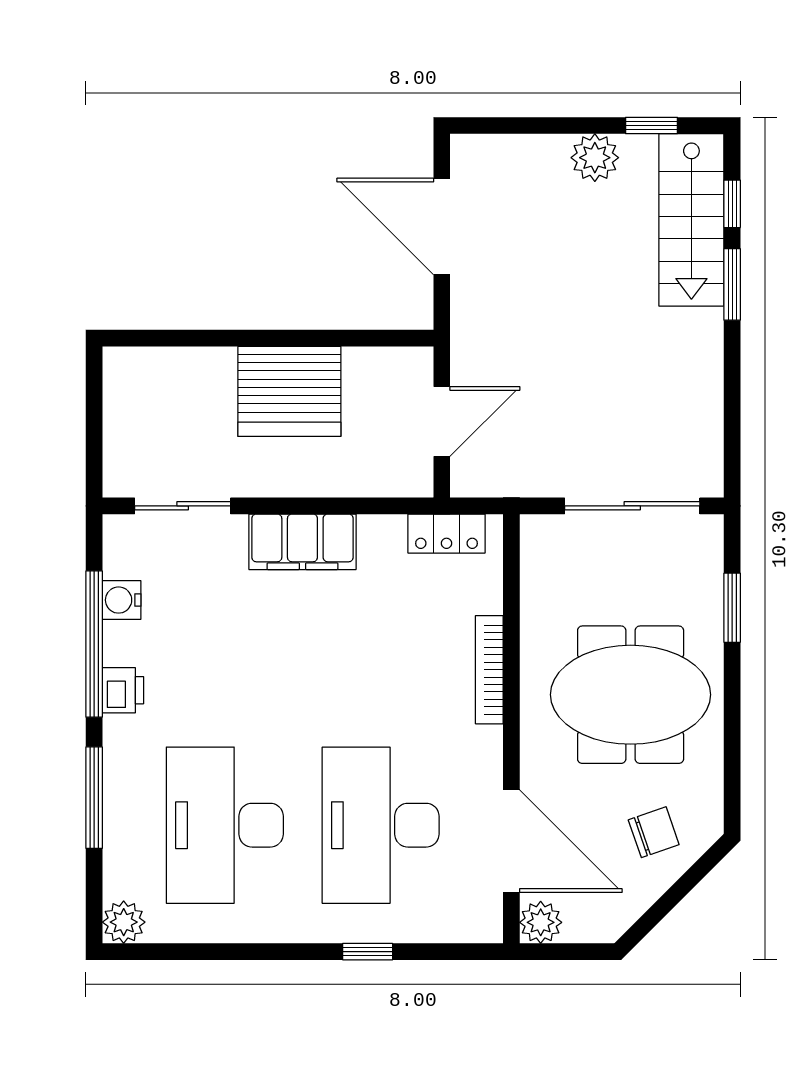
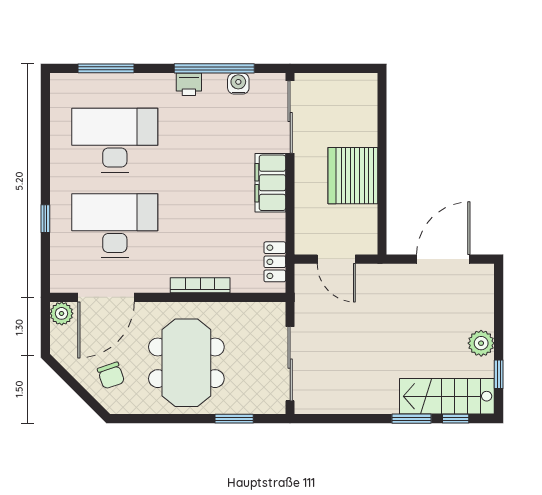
sliding door: (183, 506) -> (290, 117), width x1.37
window: (94, 798) -> (106, 68), moved
plant: (124, 922) -> (62, 85), removed

